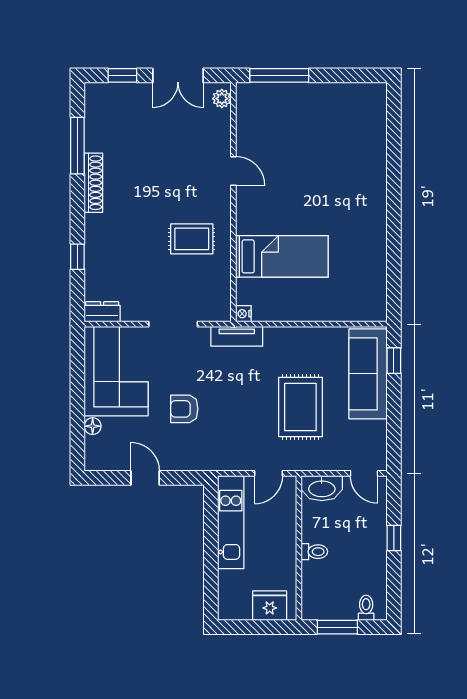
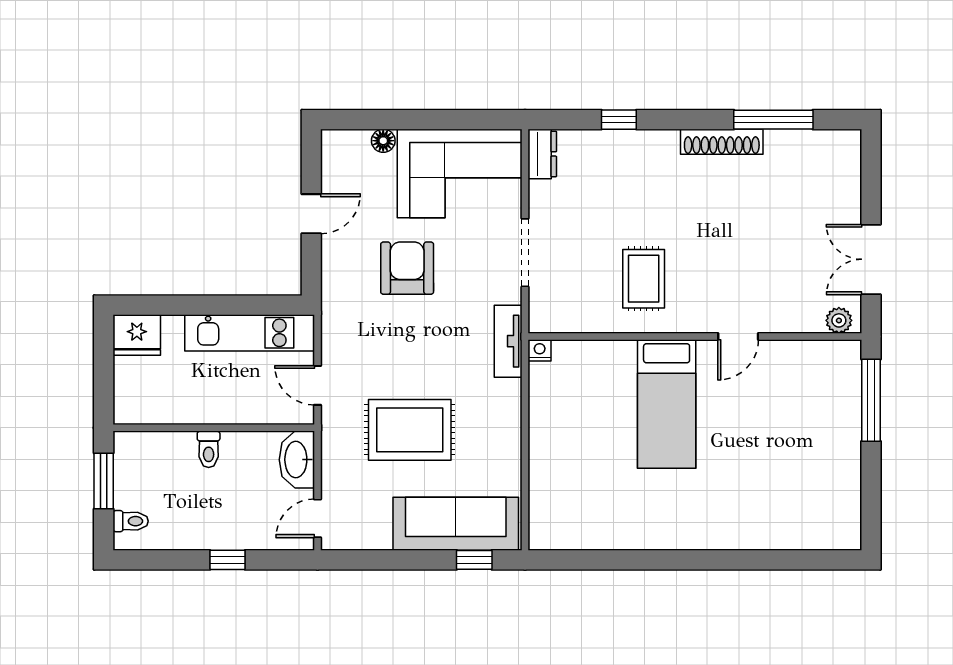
window: (122, 75) -> (871, 182), removed
bed: (282, 256) -> (667, 404), moved
armchair: (184, 409) -> (407, 268), width x1.38, depth x1.38
fridge: (270, 606) -> (137, 335), moved, turned 90

